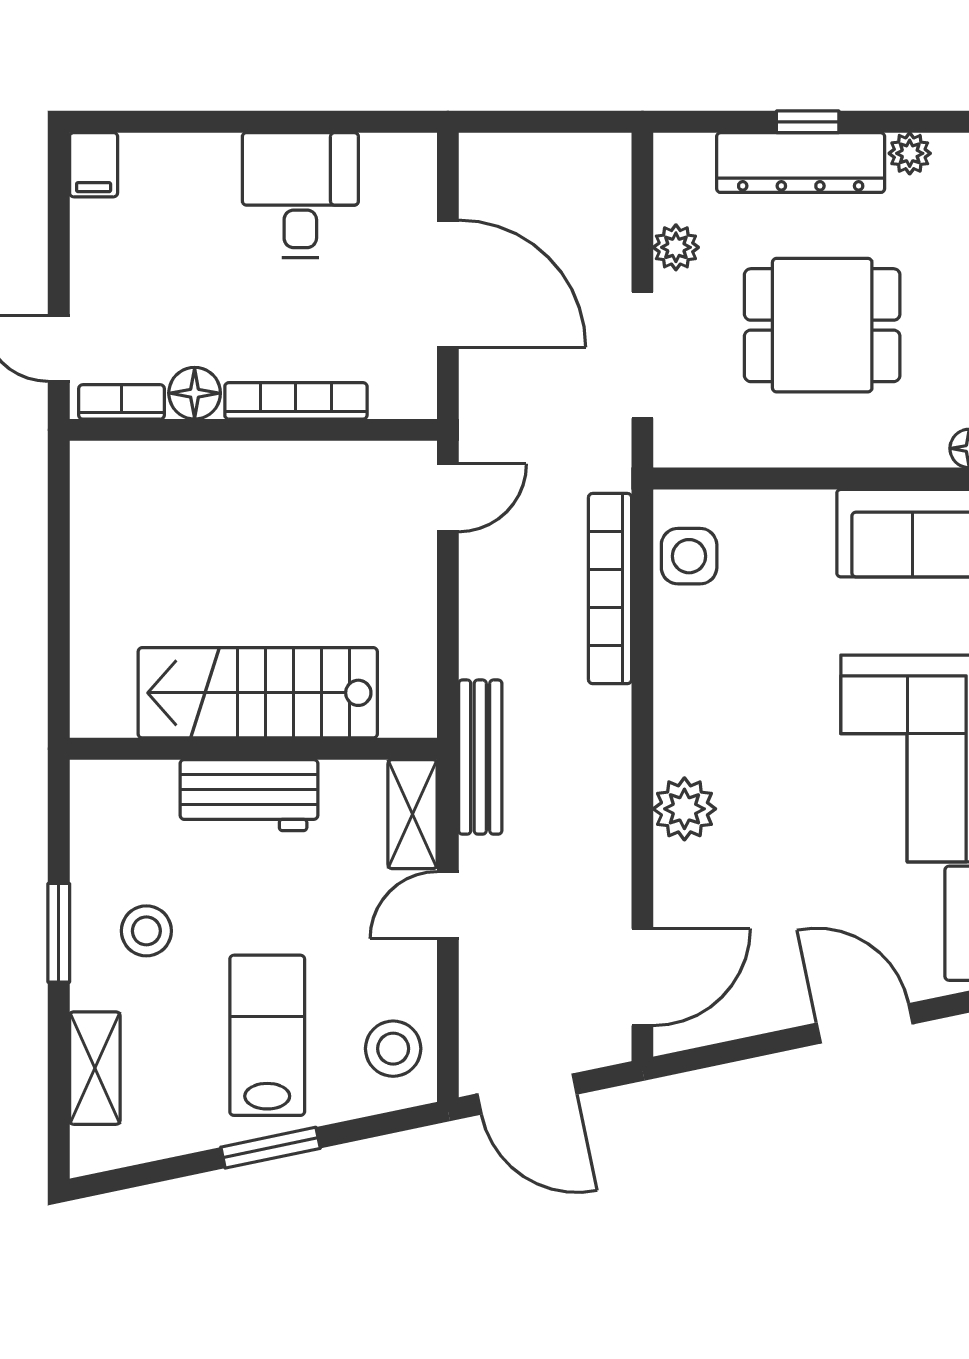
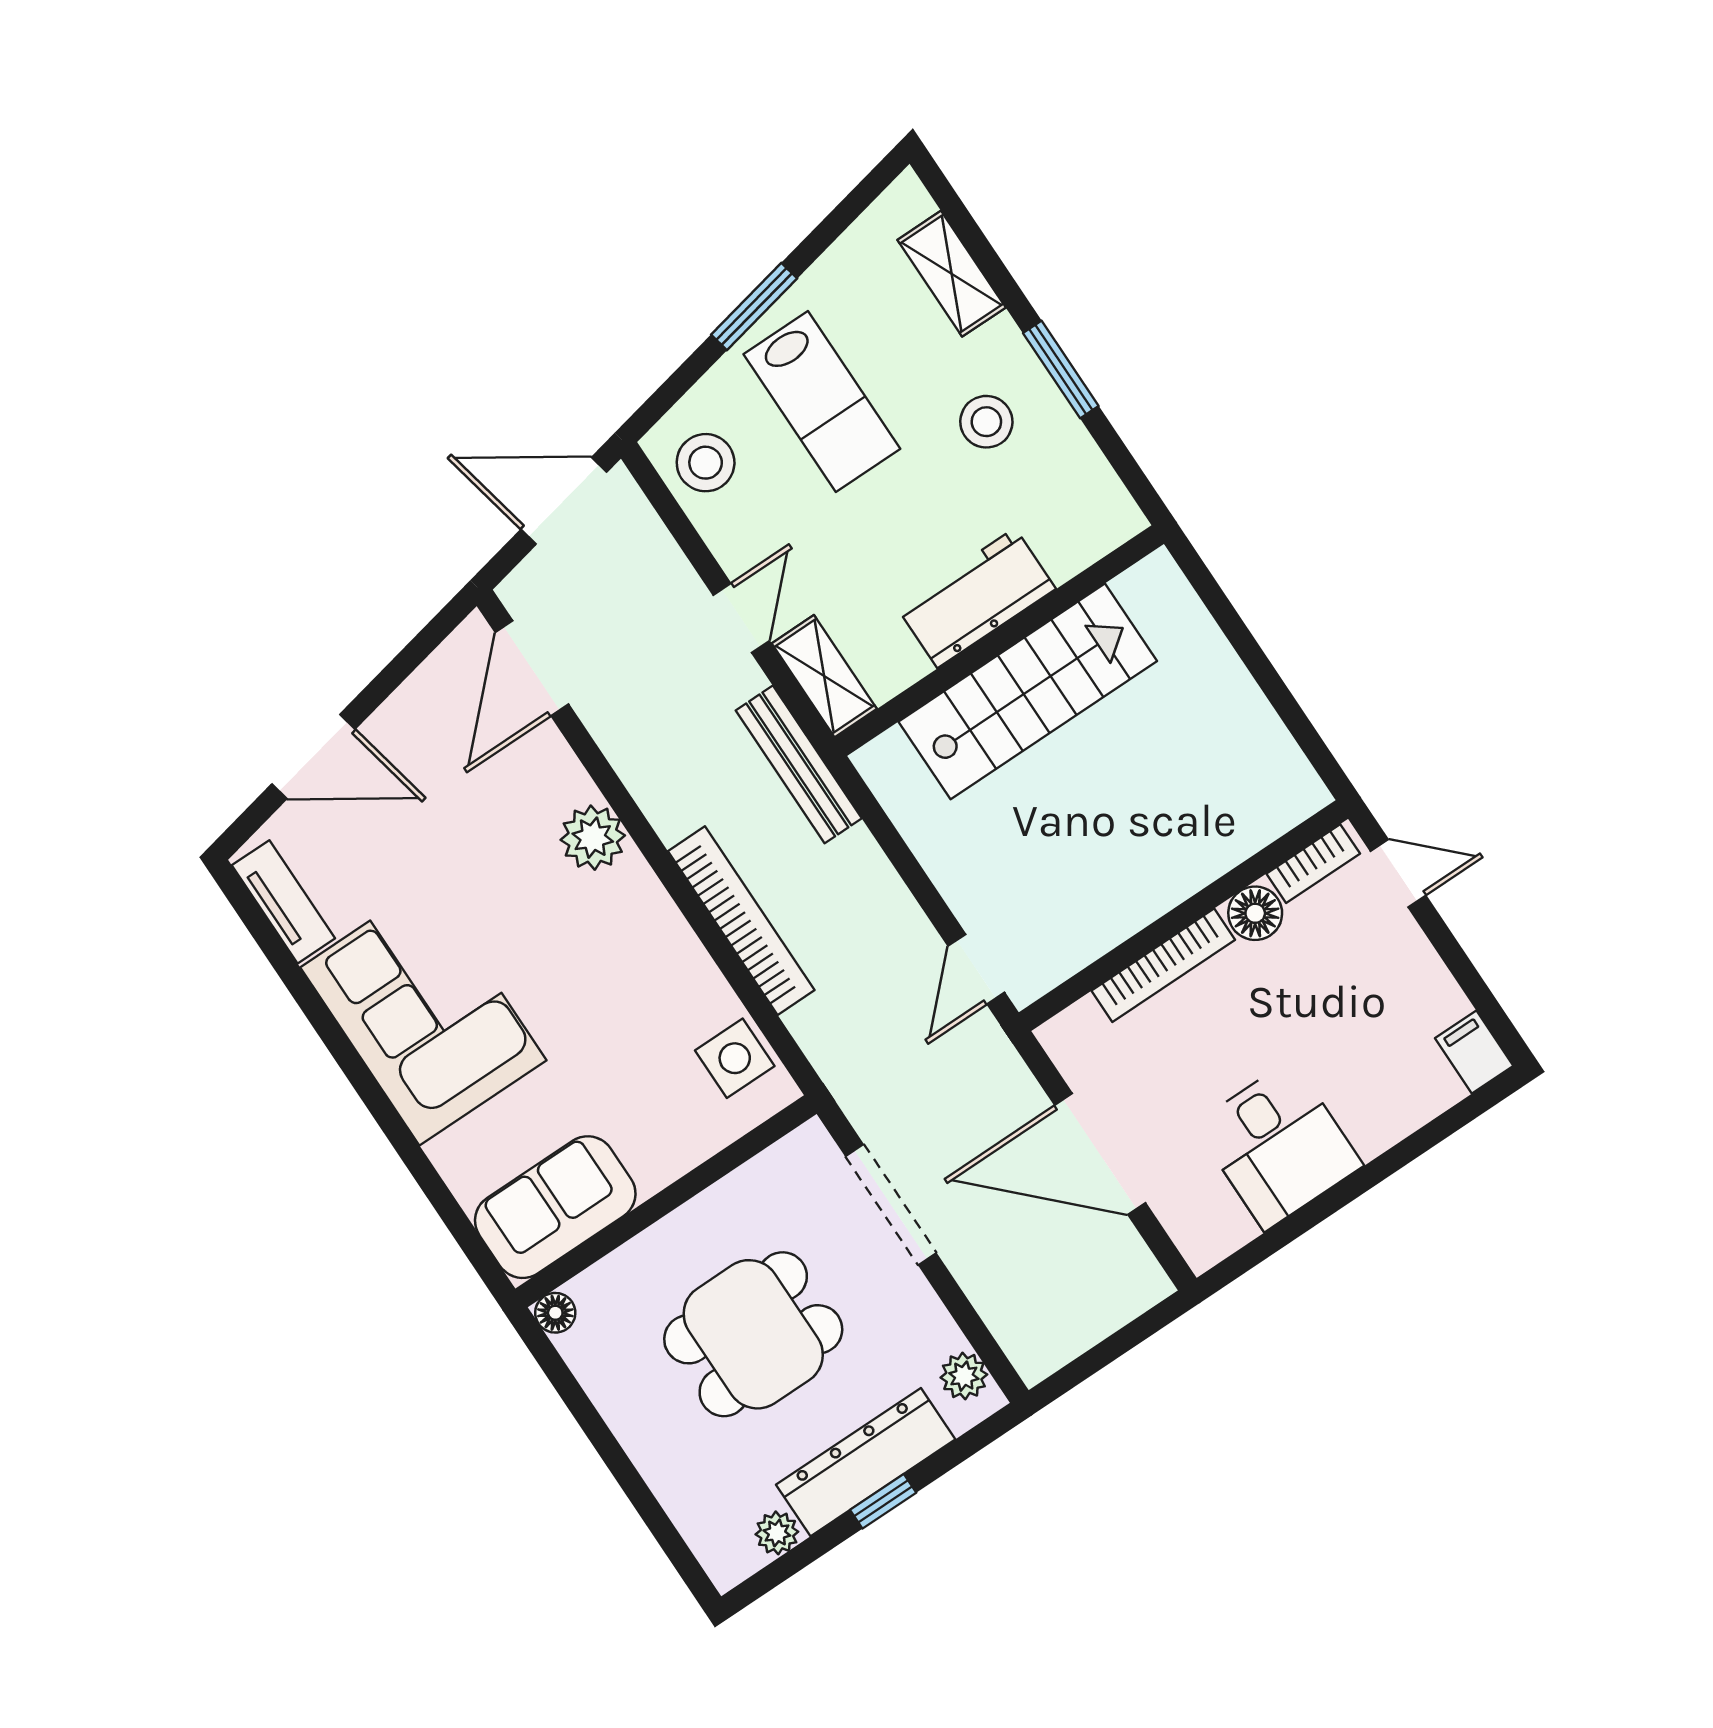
plant: (676, 247) -> (964, 1376), moved
bookcase: (610, 589) -> (741, 921), moved

